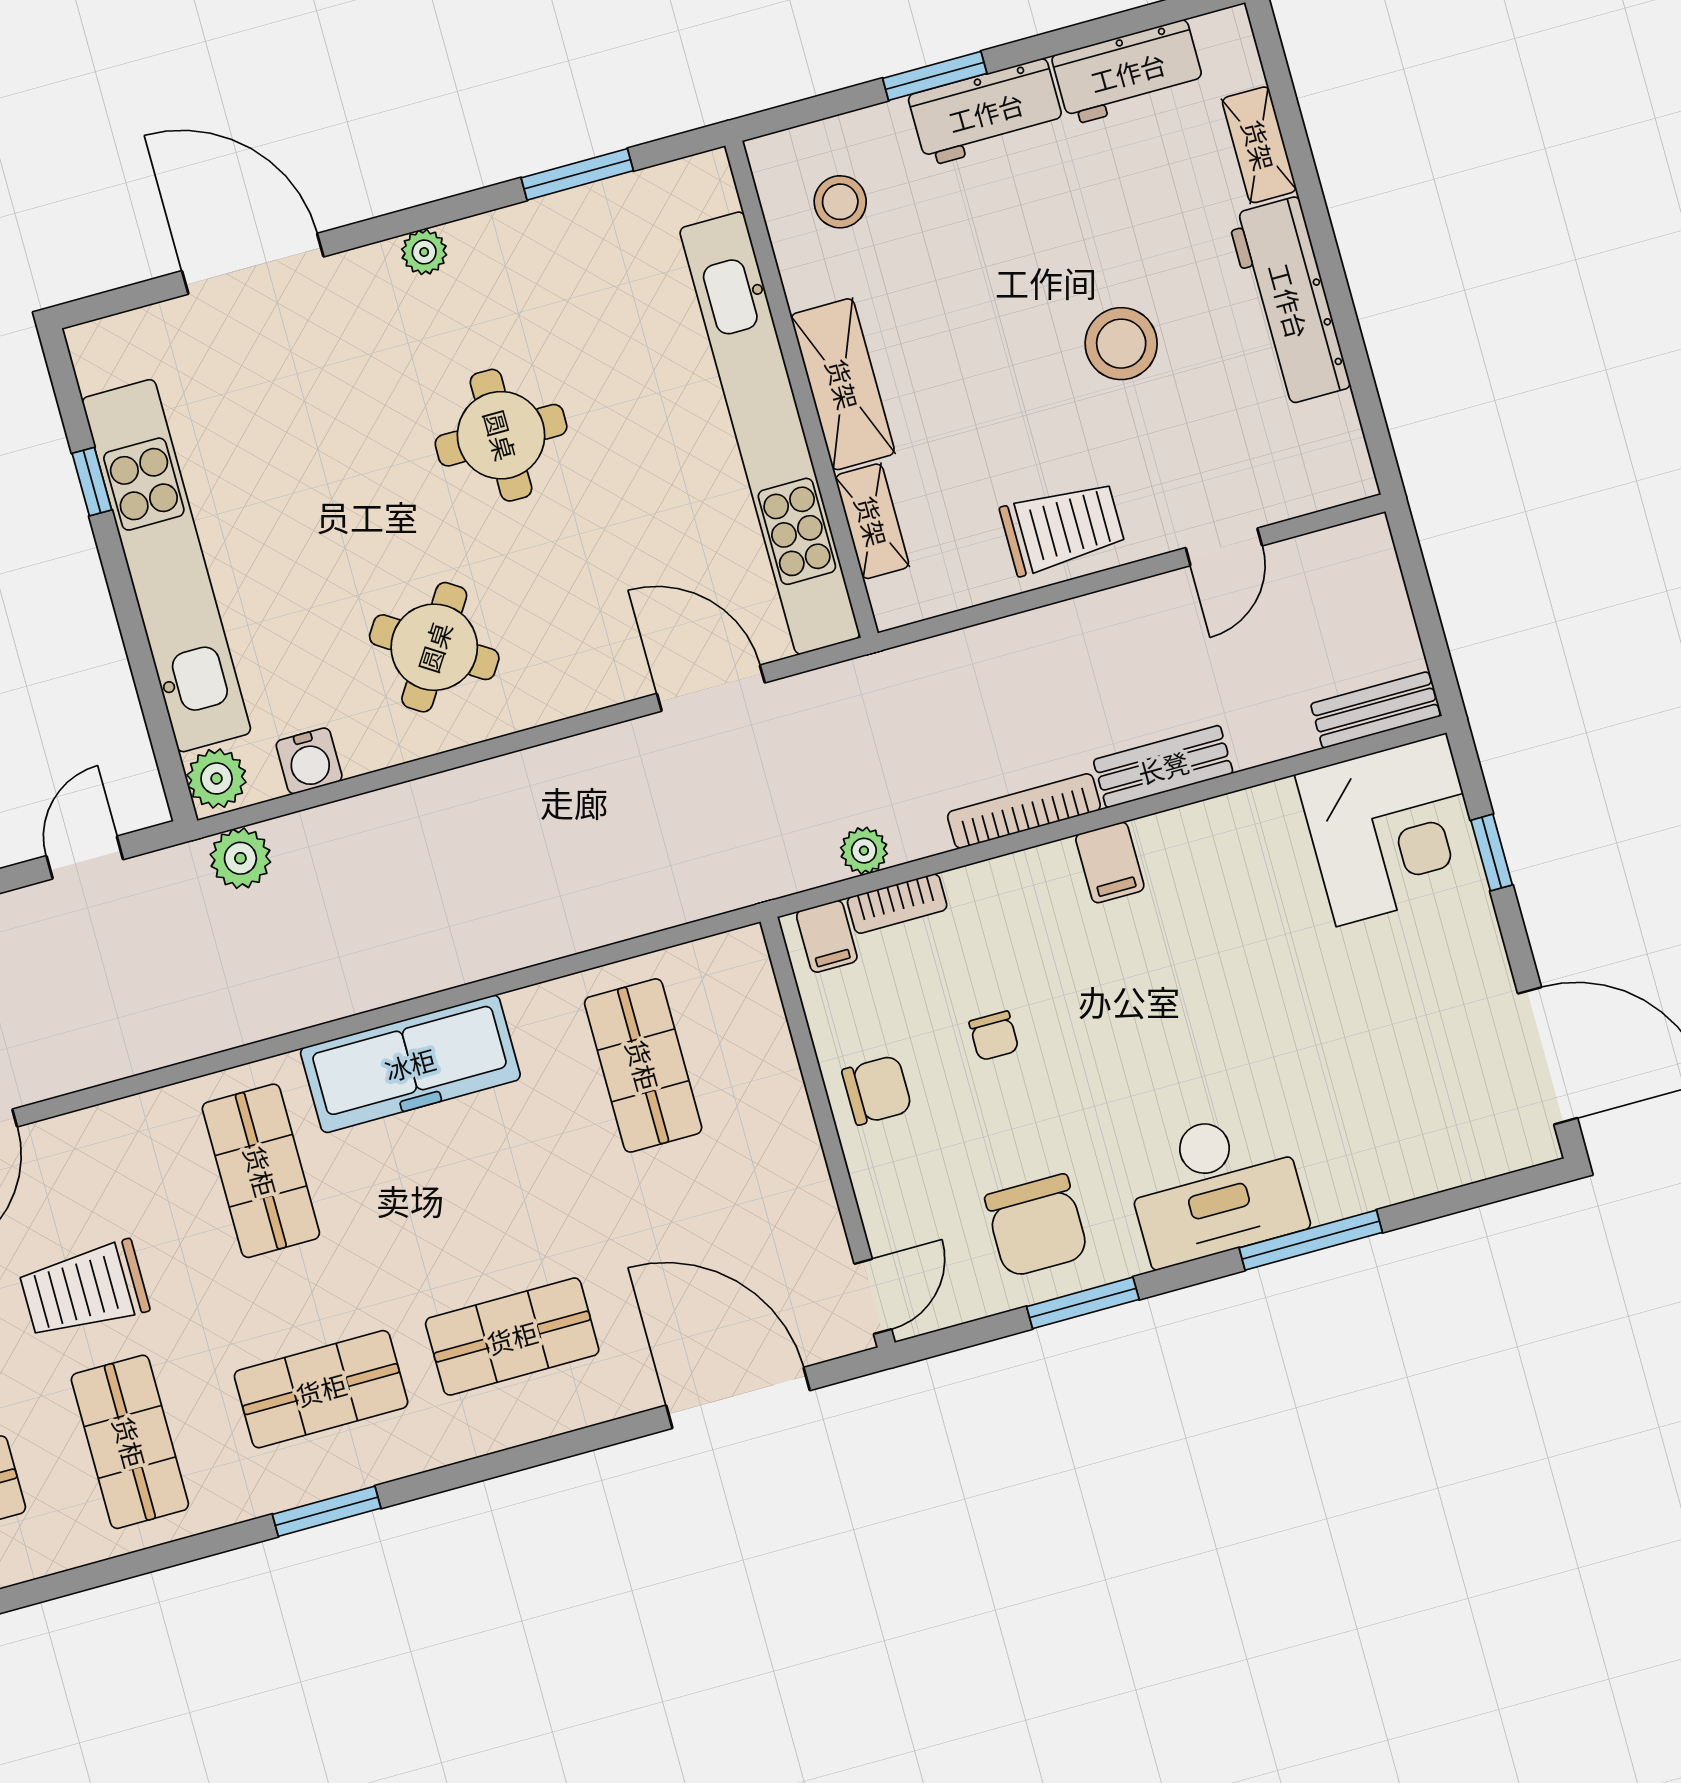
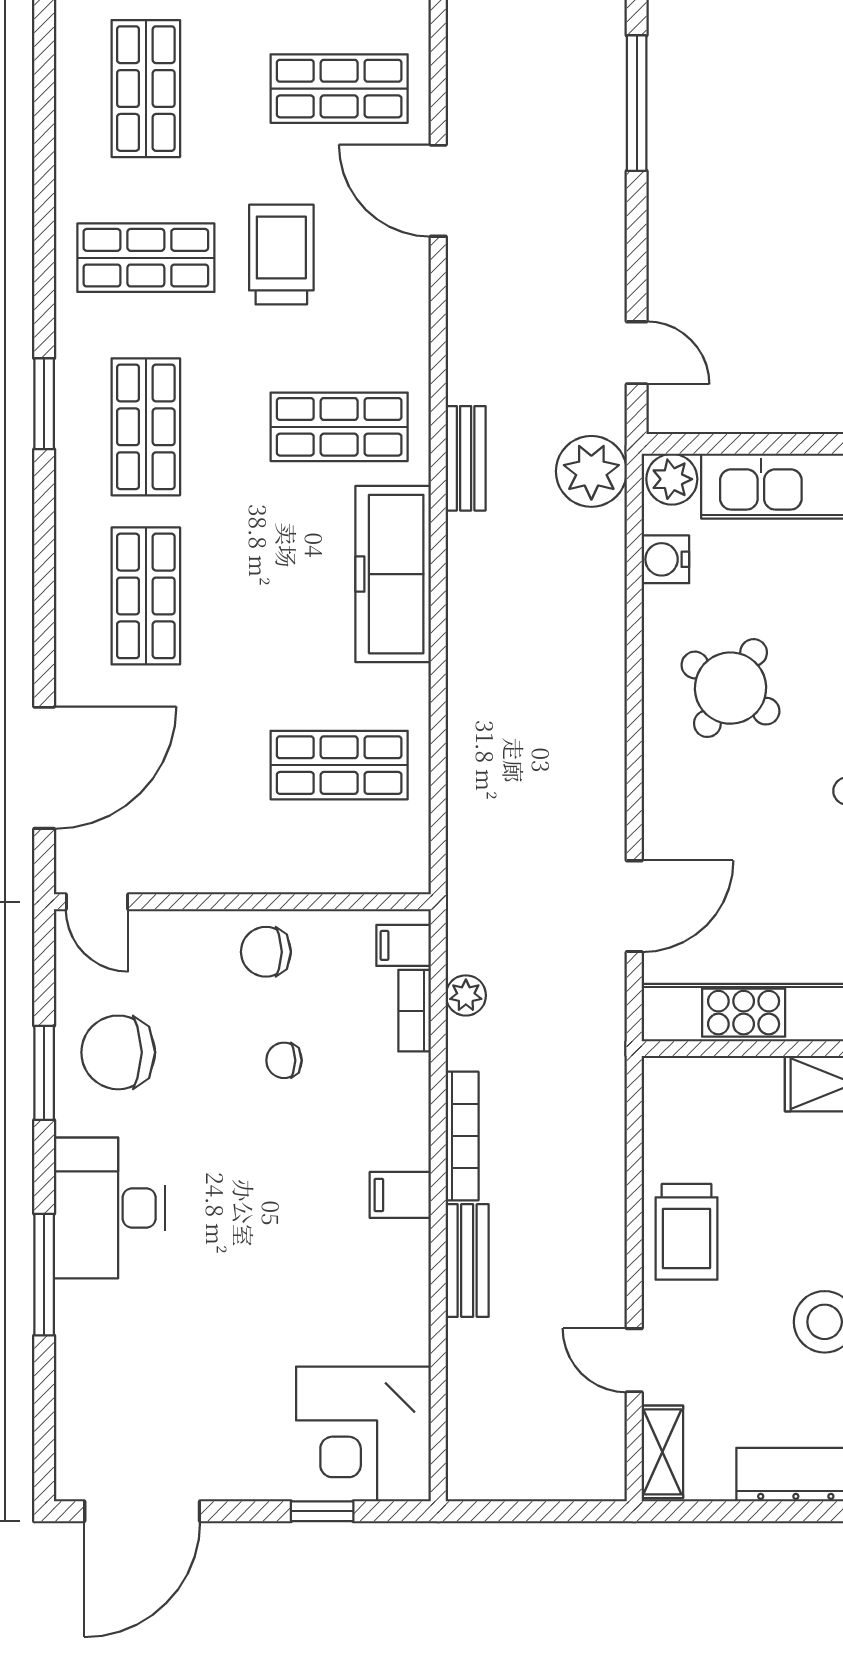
shelving: (872, 521) -> (662, 1452), moved, turned 90
bench: (1375, 710) -> (466, 458), moved
plant: (240, 858) -> (591, 471), width x1.36, depth x1.36
chair: (877, 1090) -> (266, 952), turned 90

